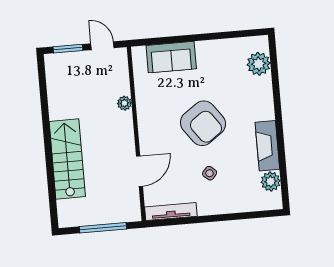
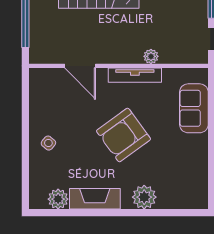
plant: (259, 64) -> (144, 197), moved
side table: (210, 173) -> (48, 143), moved
tv unit: (171, 212) -> (135, 75), moved, turned 90

